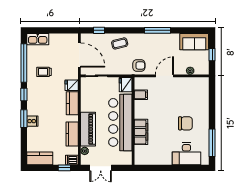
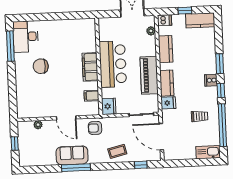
sofa: (194, 42) -> (72, 155), moved
door: (164, 76) -> (66, 118), hinge flipped
cooker: (32, 121) -> (211, 80), moved
bar counter: (120, 122) -> (113, 64), width x0.73
piano: (88, 129) -> (149, 75), moved
filing cabinet: (141, 132) -> (90, 67), moved
desk: (186, 154) -> (26, 37), moved, turned -90
window: (64, 168) -> (185, 11), moved

